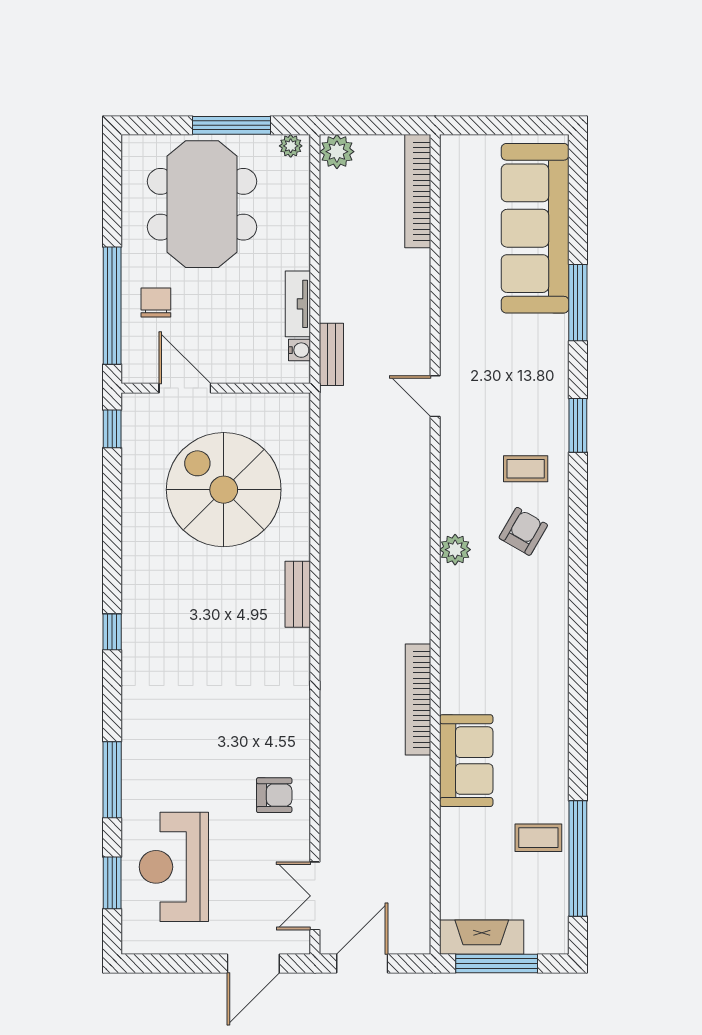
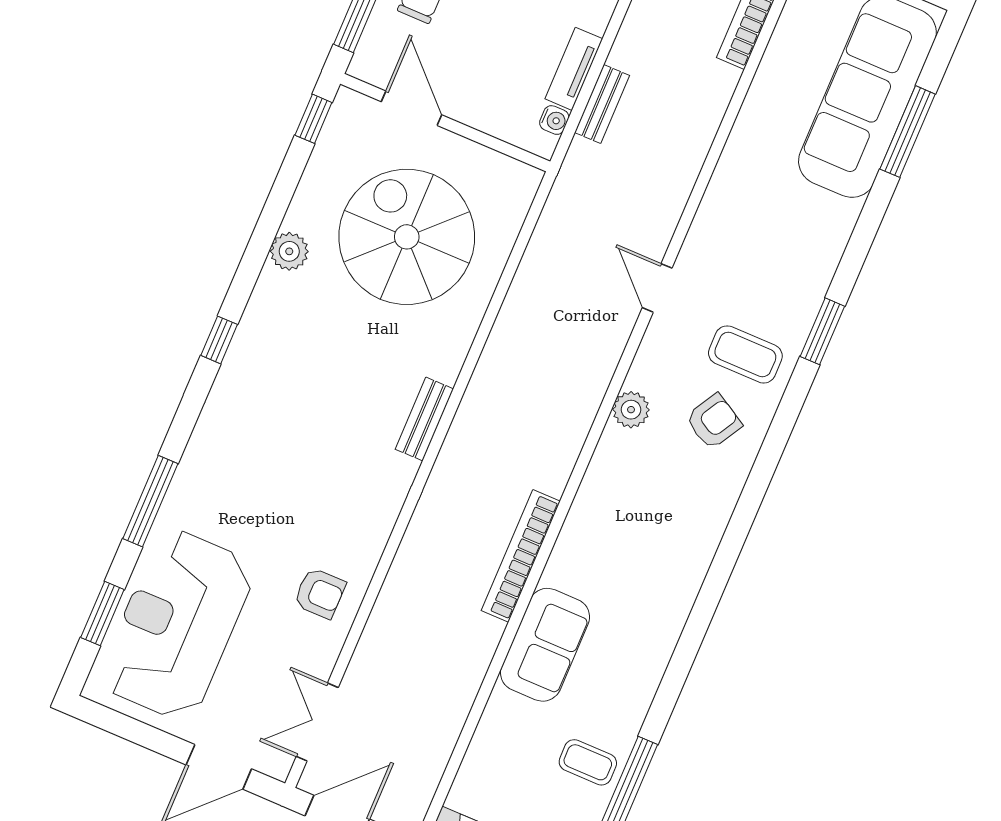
window: (578, 303) -> (908, 132), moved
bench: (331, 354) -> (602, 104), moved
door: (435, 396) -> (657, 288), moved
coffee table: (526, 469) -> (745, 354), width x1.36, depth x1.30
plant: (137, 540) -> (289, 251), added
bench: (298, 594) -> (424, 419), moved
reception desk: (174, 867) -> (177, 625), width x1.36, depth x1.30

